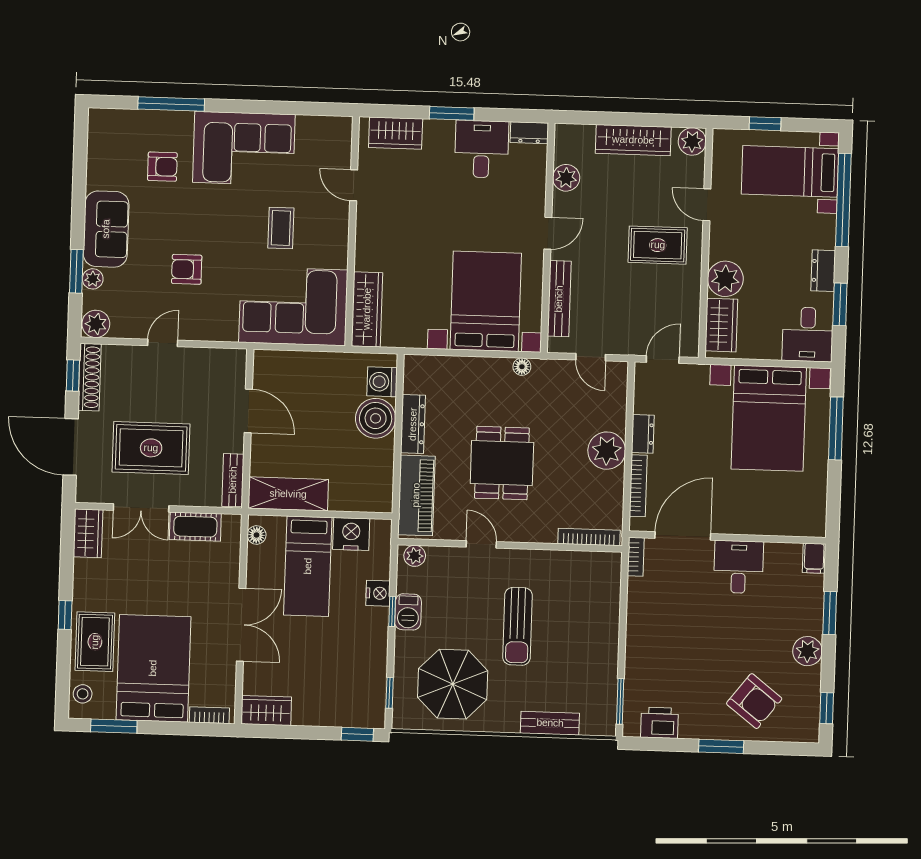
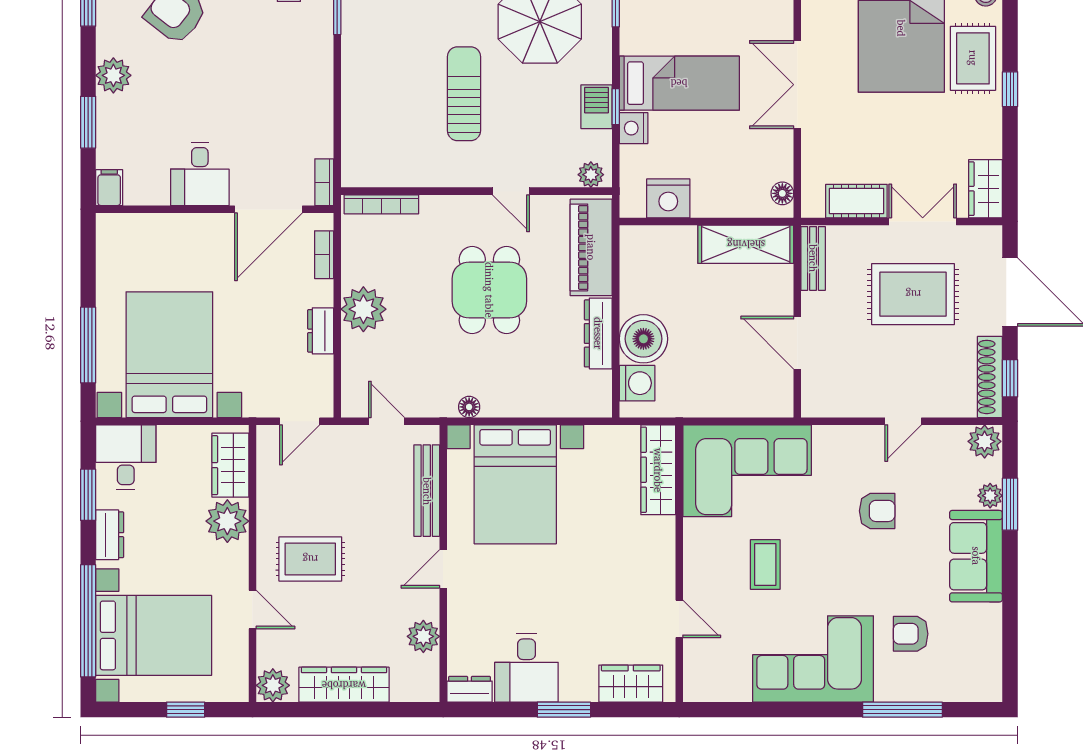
bed with nightstands: (790, 171) -> (154, 635), width x1.36
bookcase: (638, 486) -> (324, 255), width x0.64
bed: (308, 566) -> (679, 83), moved, turned 90

